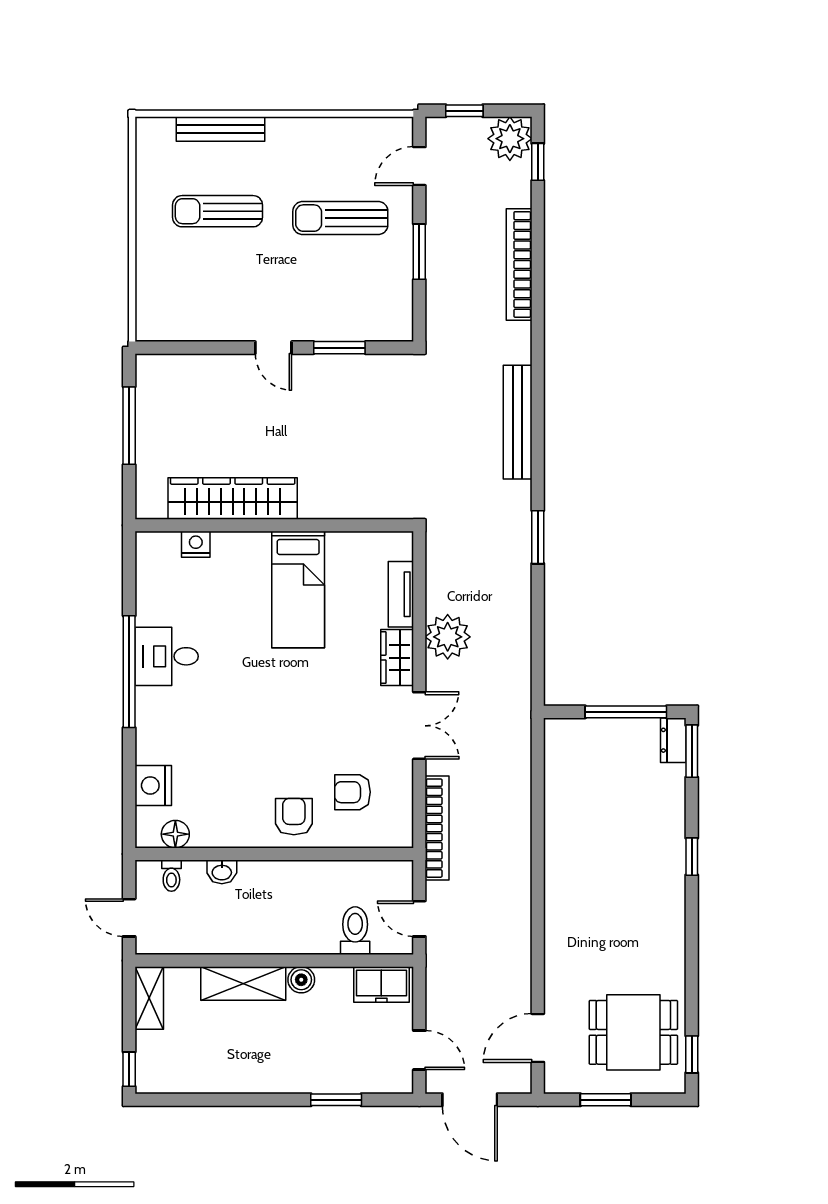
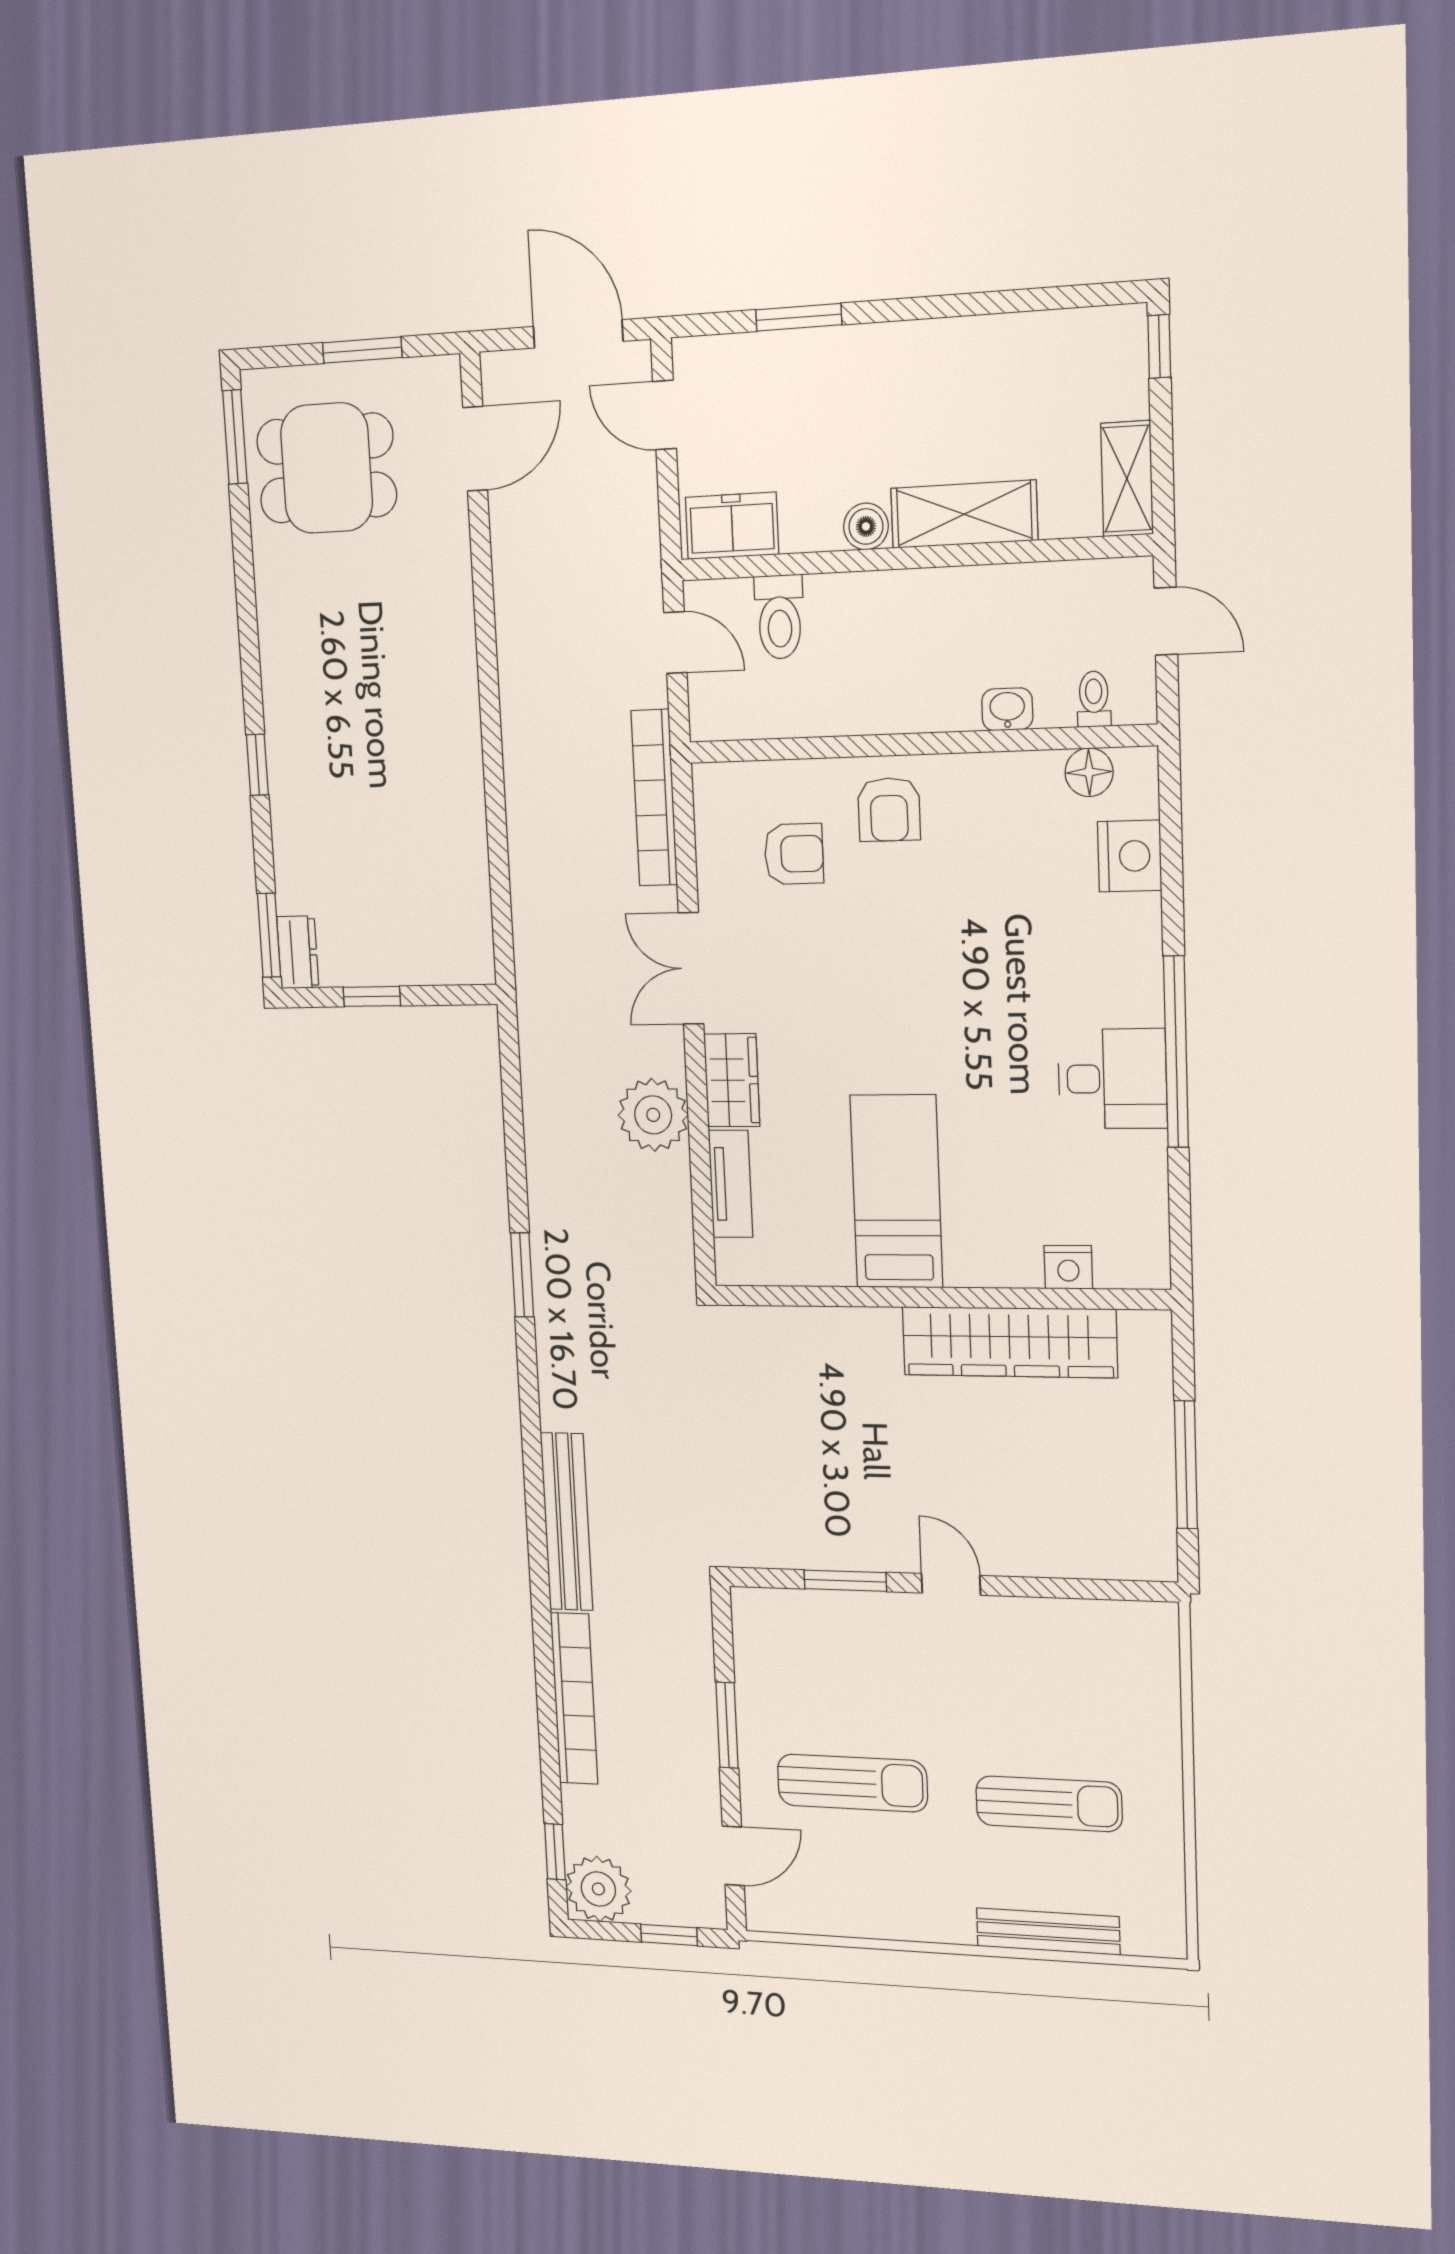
bench: (518, 422) -> (567, 1522), moved
window: (626, 712) -> (372, 996), width x0.46
window: (692, 1054) -> (235, 437), width x1.50

